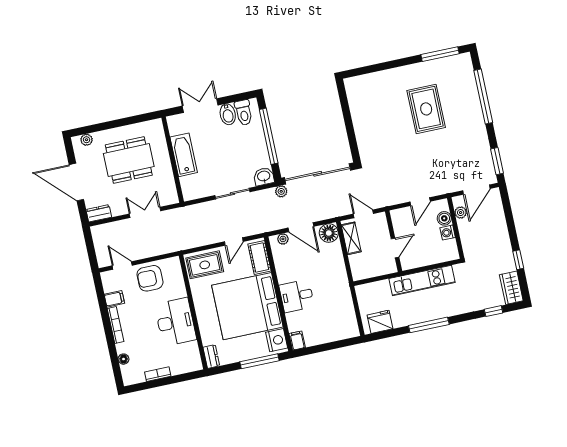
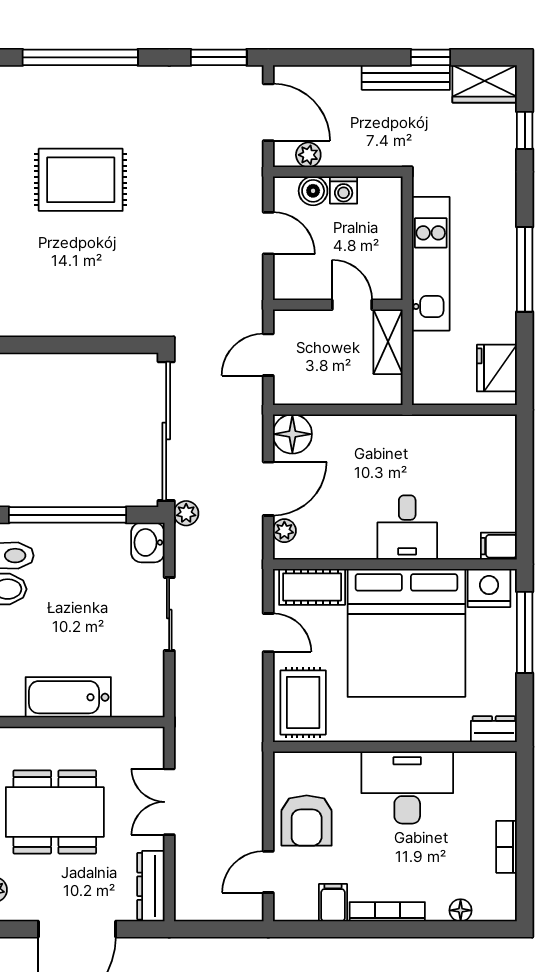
dining table: (129, 160) -> (55, 812), turned 90
dresser: (99, 213) -> (151, 886), width x1.44
shelving: (351, 238) -> (388, 342), moved, turned 90
bench: (506, 250) -> (406, 78), added

